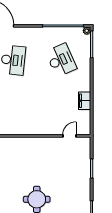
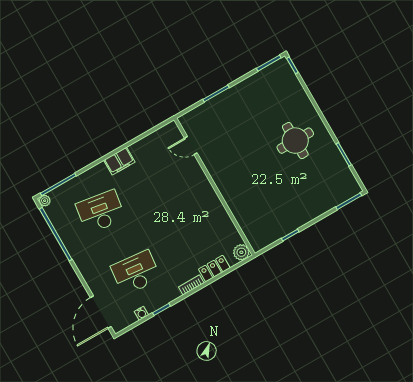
desk: (61, 60) -> (101, 212), turned 33
filing cabinet: (85, 101) -> (119, 161), moved

